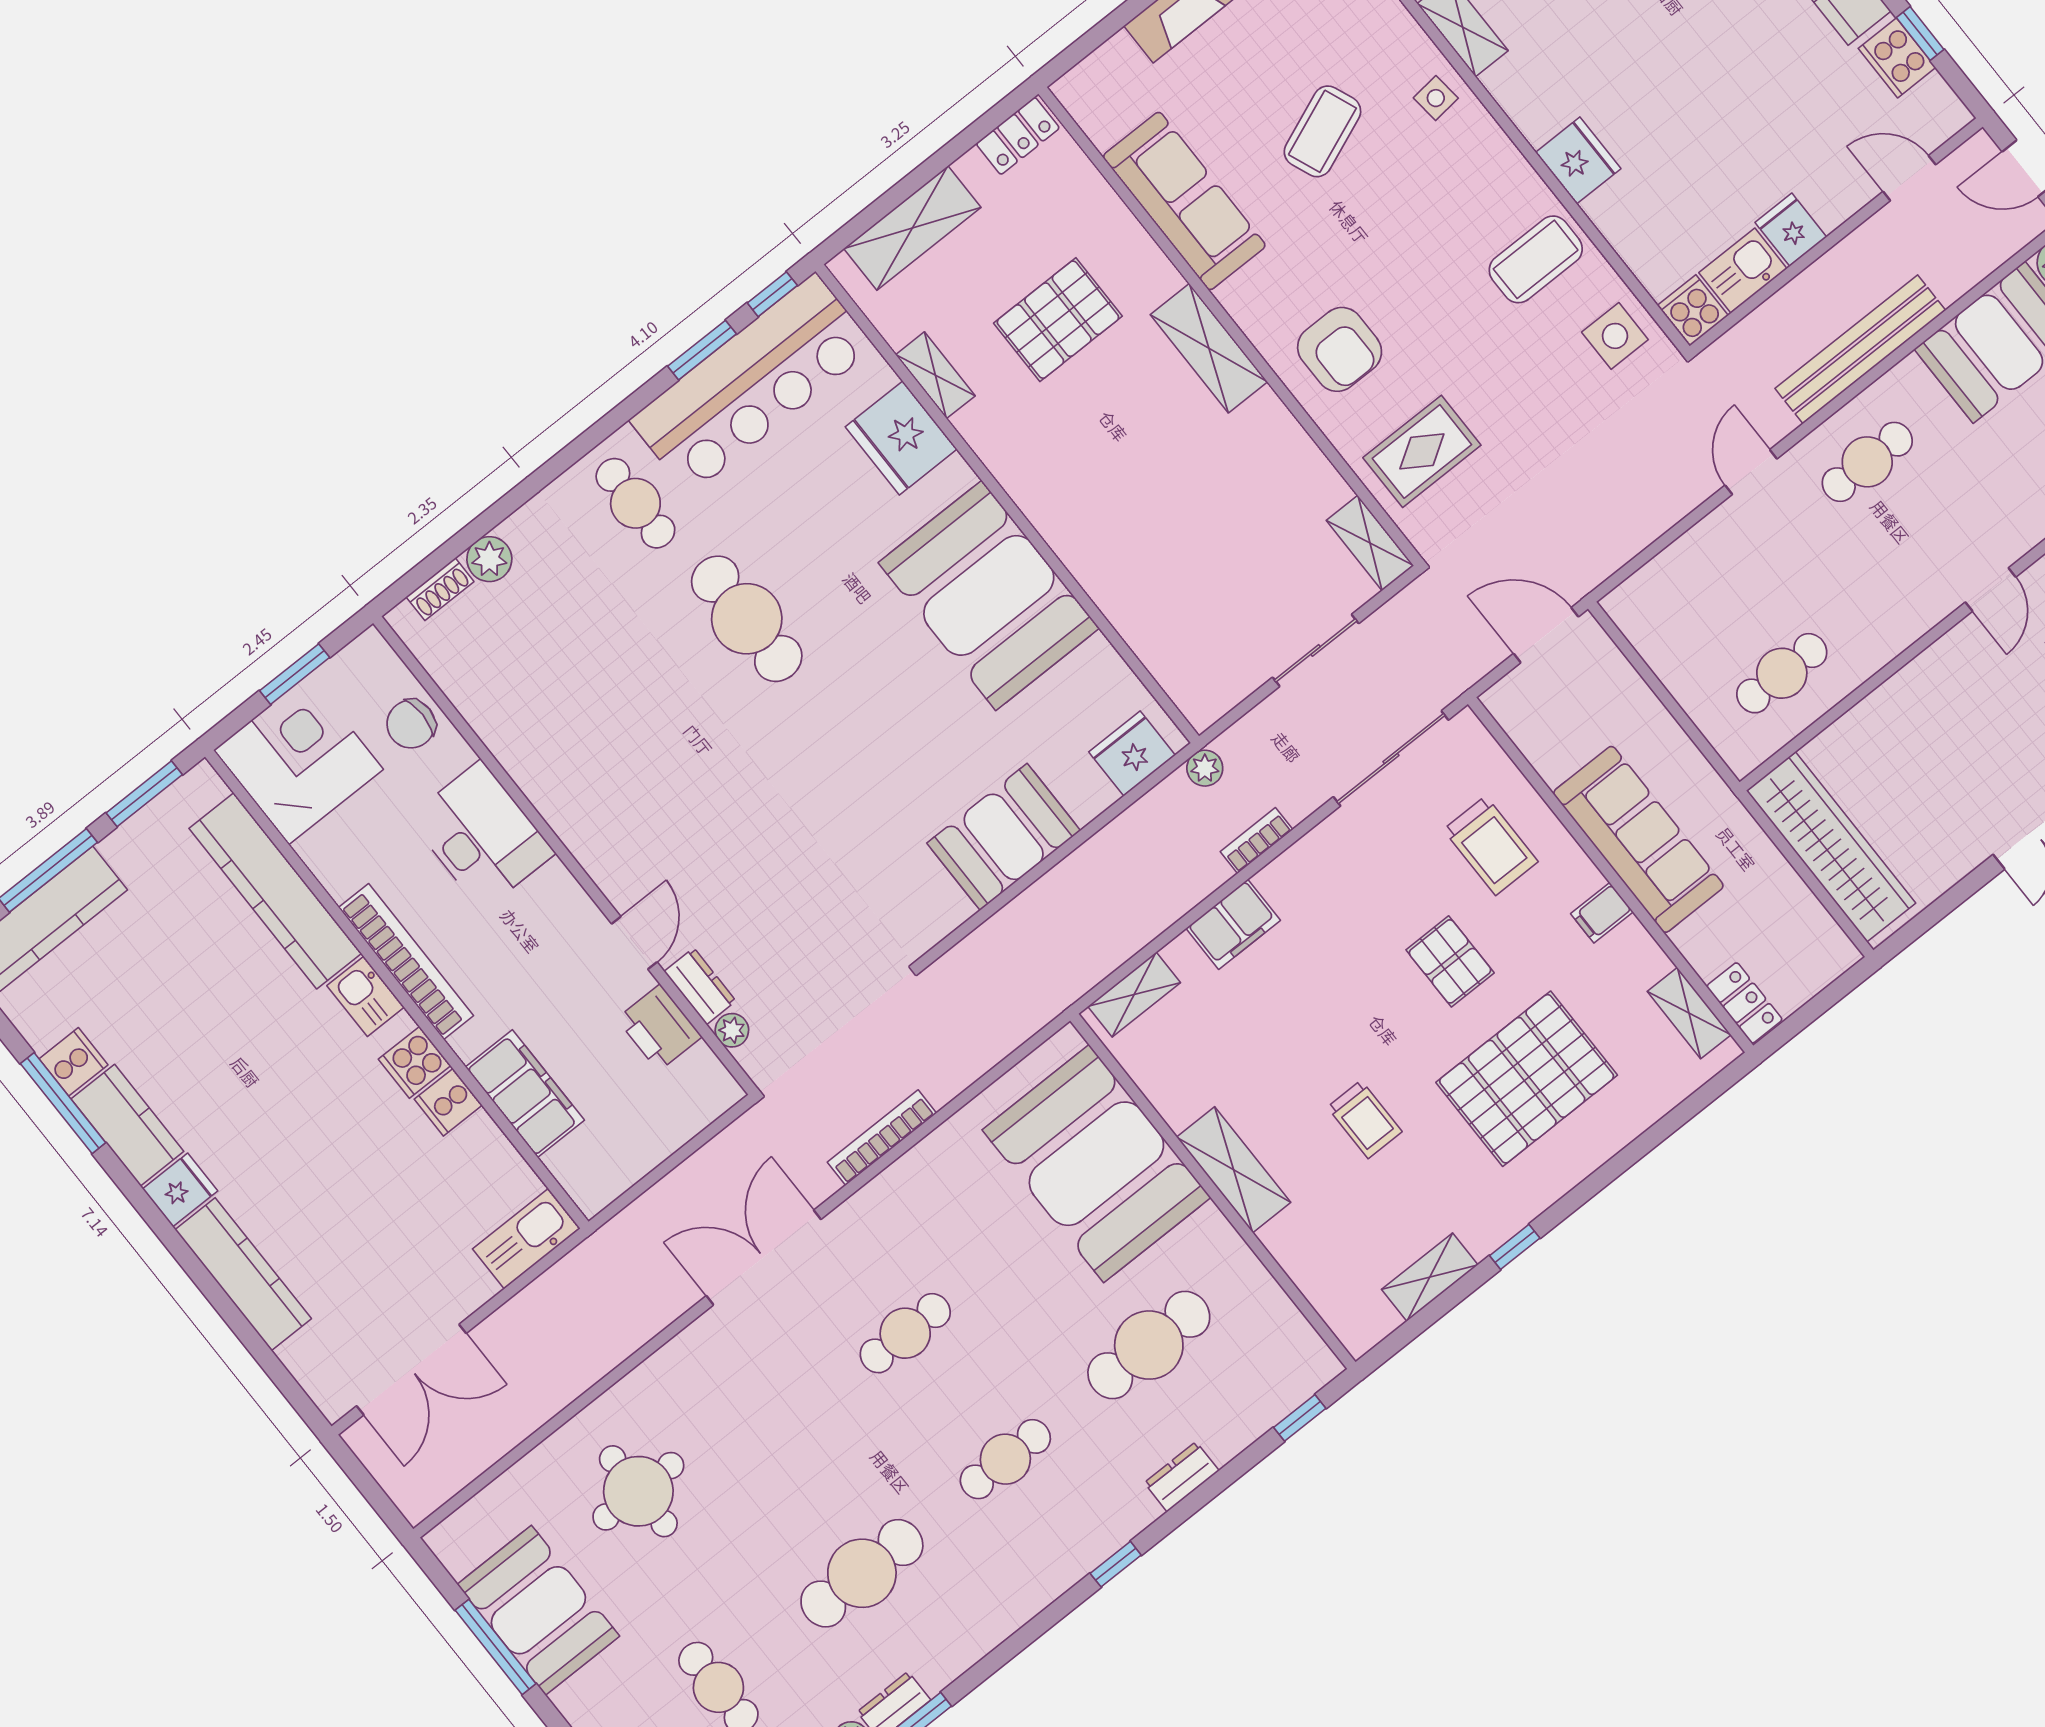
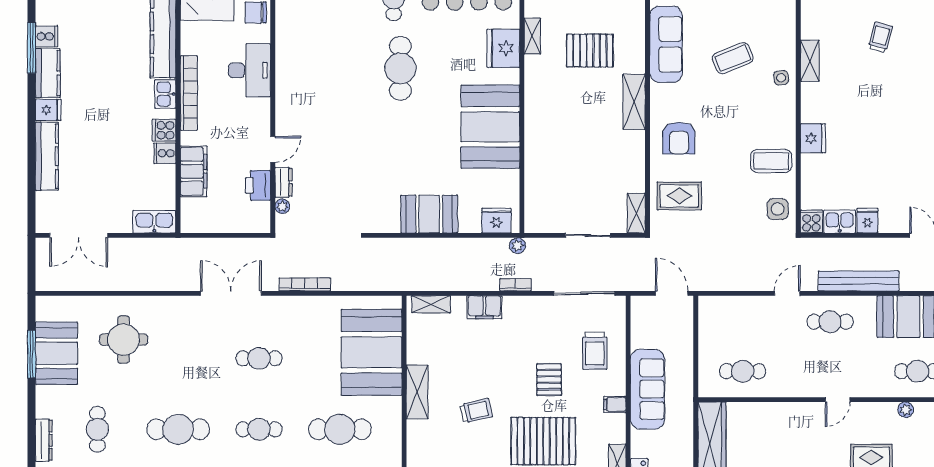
trolley: (1365, 1119) -> (476, 411), turned -103

